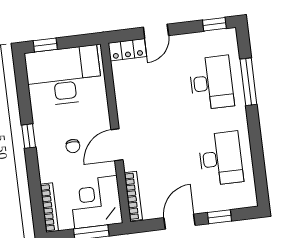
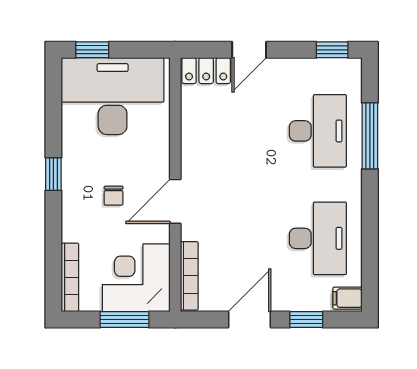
filing cabinet: (247, 198) -> (347, 298), added

